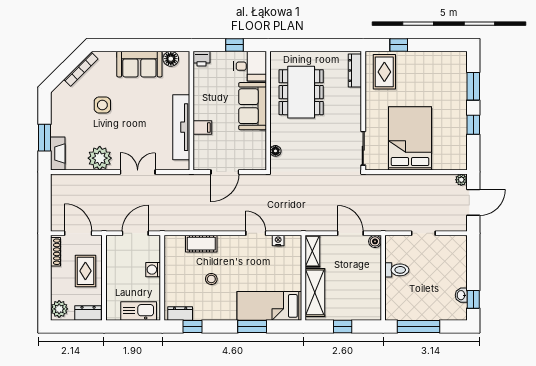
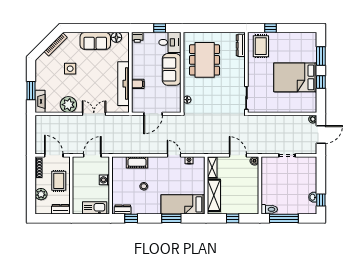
bed: (410, 138) -> (295, 77), moved, turned -90
toilet: (397, 270) -> (269, 209), moved
plant: (59, 309) -> (41, 194), moved

